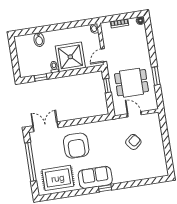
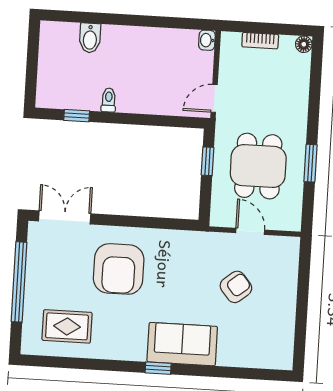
shower: (70, 57) -> (146, 87), removed
dining table: (131, 83) -> (258, 166), turned 90
sofa: (95, 177) -> (182, 344), moved
rug: (58, 178) -> (67, 326), width x0.73, depth x0.70

